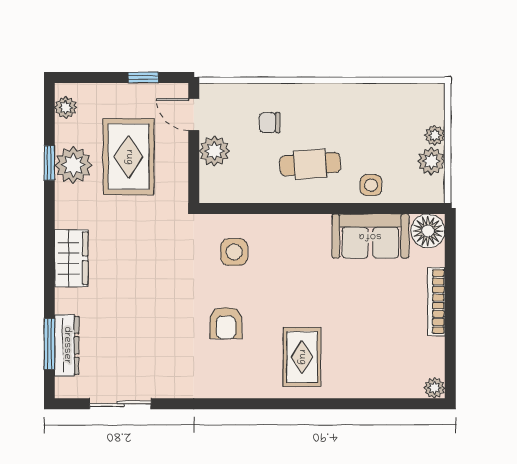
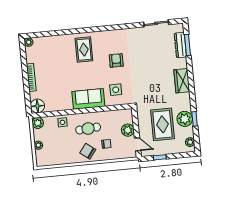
chair: (316, 109) -> (88, 151), added
plant: (431, 161) -> (38, 123), moved
sofa: (370, 236) -> (88, 99), moved

